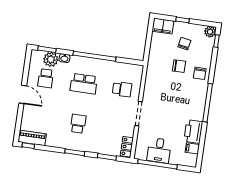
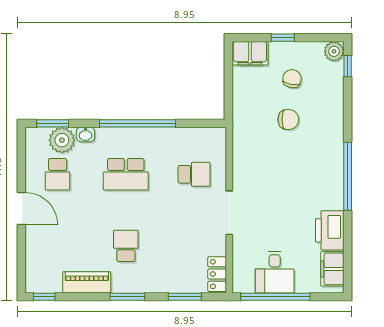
chair: (200, 73) -> (326, 127), removed
piano: (32, 138) -> (87, 282), moved
filing cabinet: (192, 148) -> (332, 269), width x2.00

